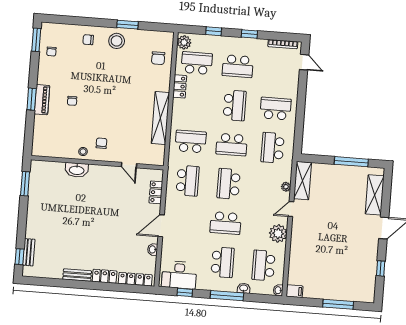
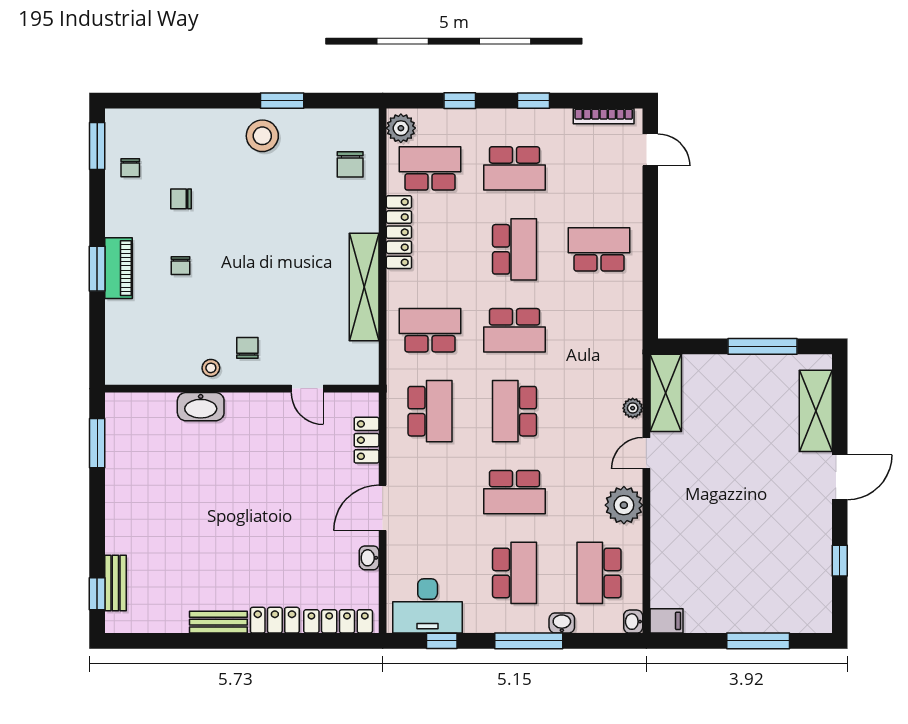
chair: (88, 40) -> (181, 199), moved
locker: (180, 86) -> (399, 232), width x1.53
school desk: (273, 148) -> (599, 330), removed

